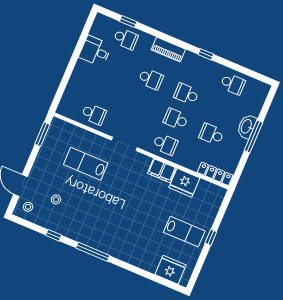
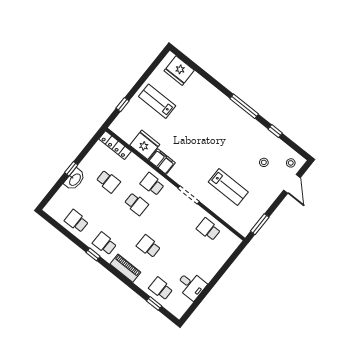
school desk: (186, 94) -> (105, 244), moved, turned 180
window: (253, 137) -> (71, 169), width x0.46
window: (211, 237) -> (123, 105), moved

